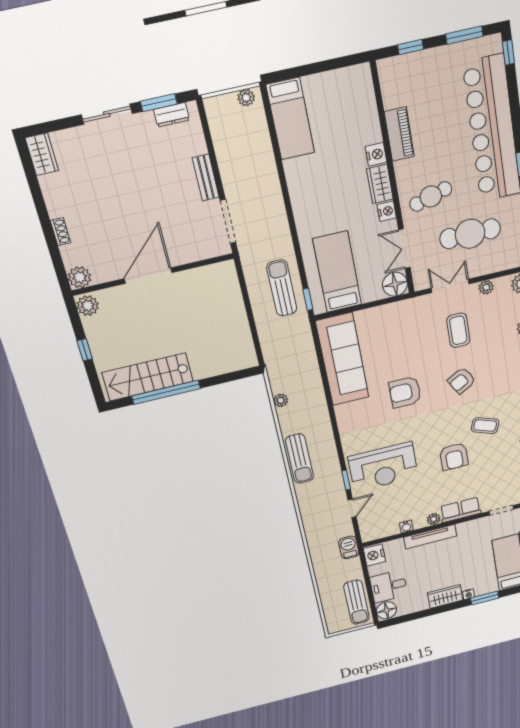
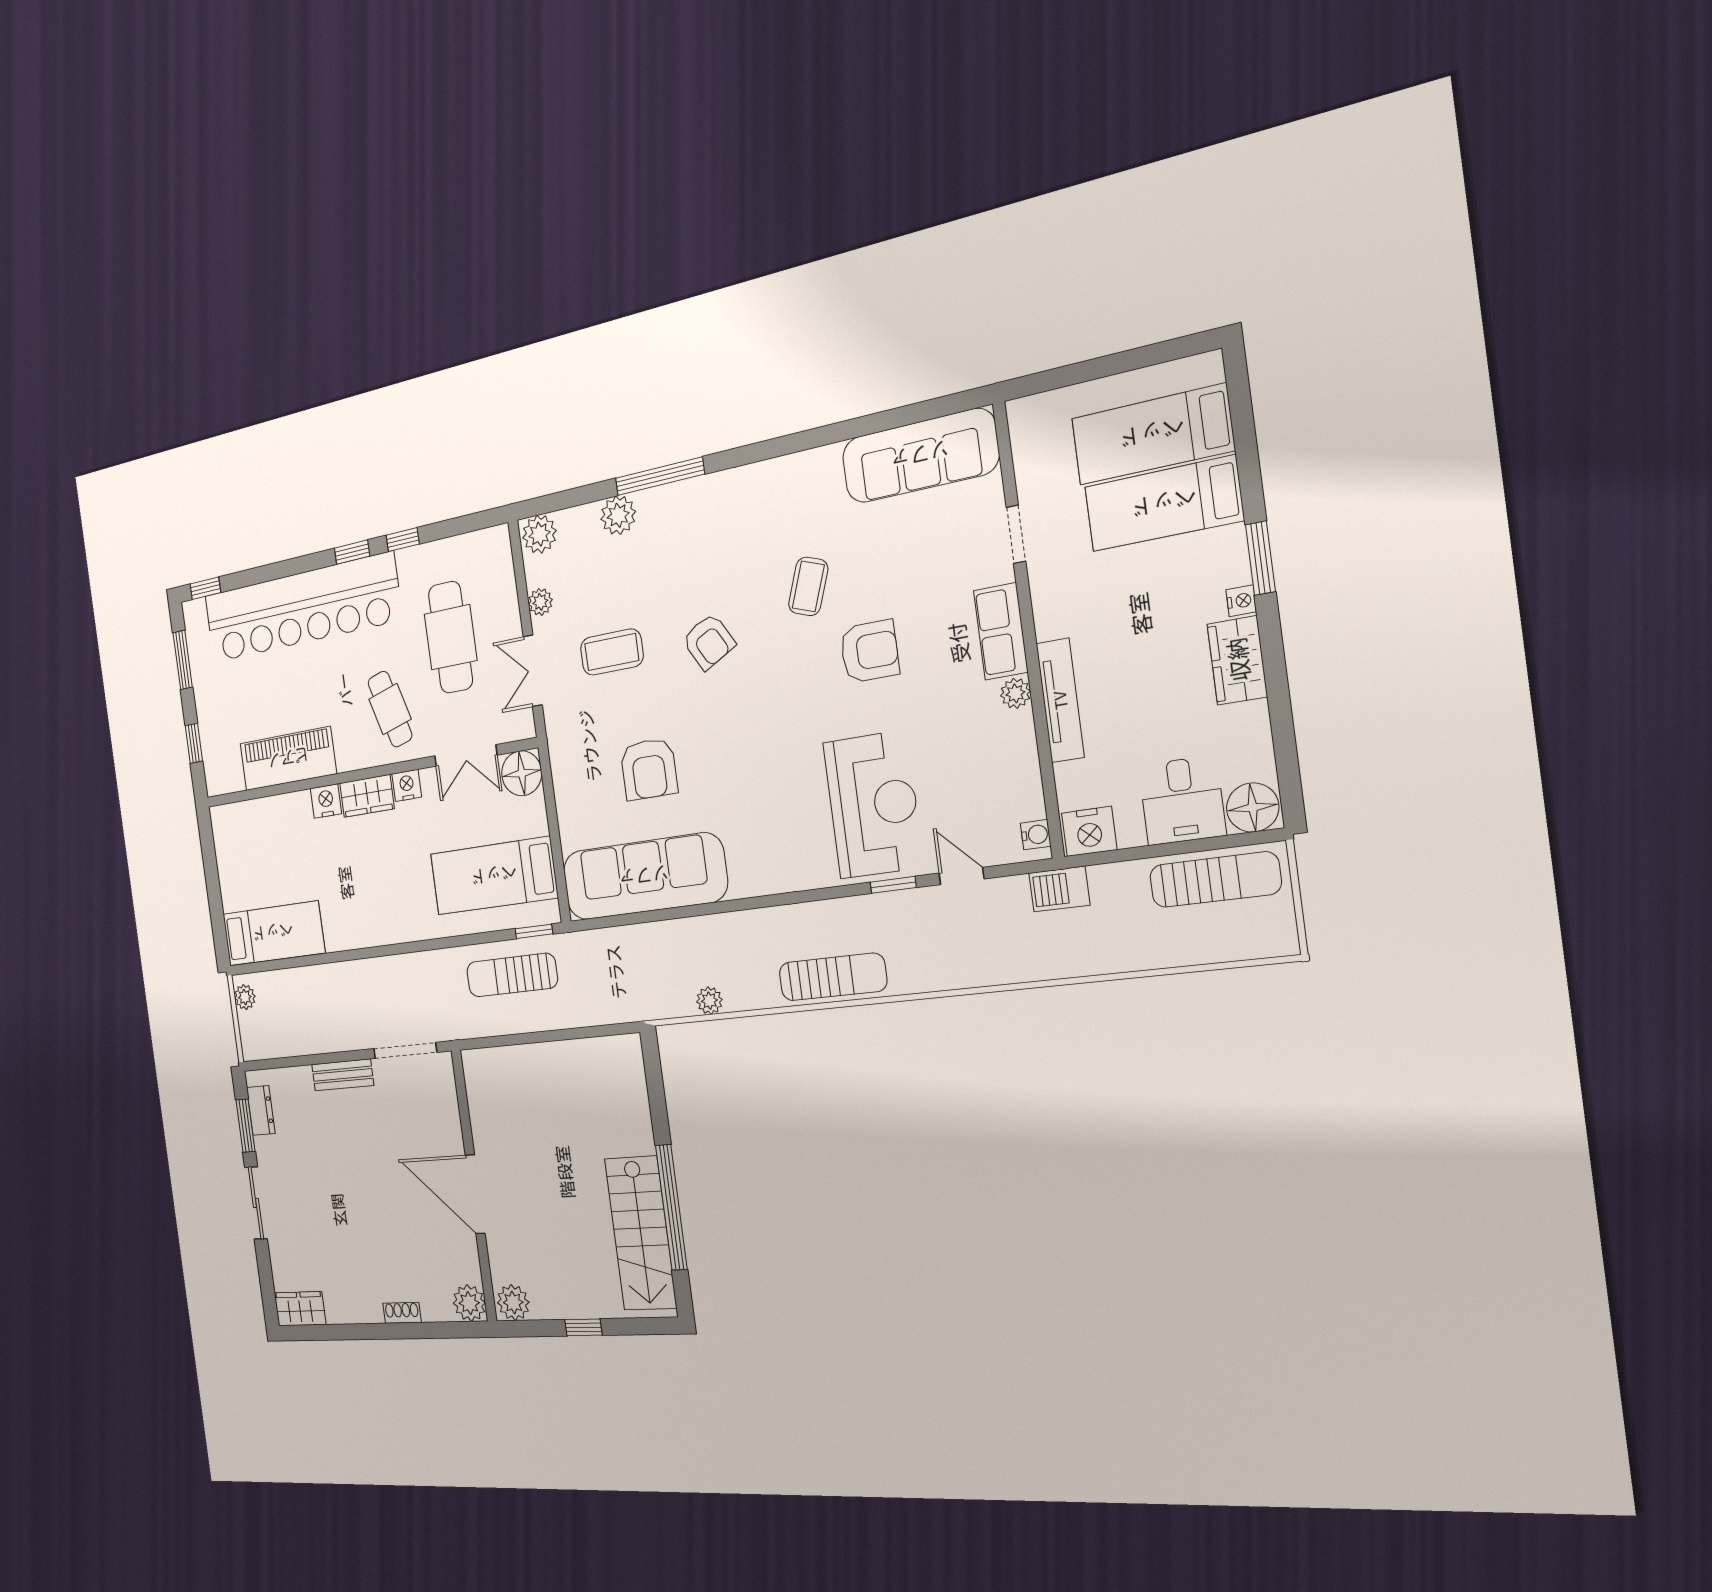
piano: (399, 134) -> (288, 759), width x1.37, depth x1.33
armchair: (405, 392) -> (649, 769), moved
water cooler: (406, 527) -> (1036, 835), moved

